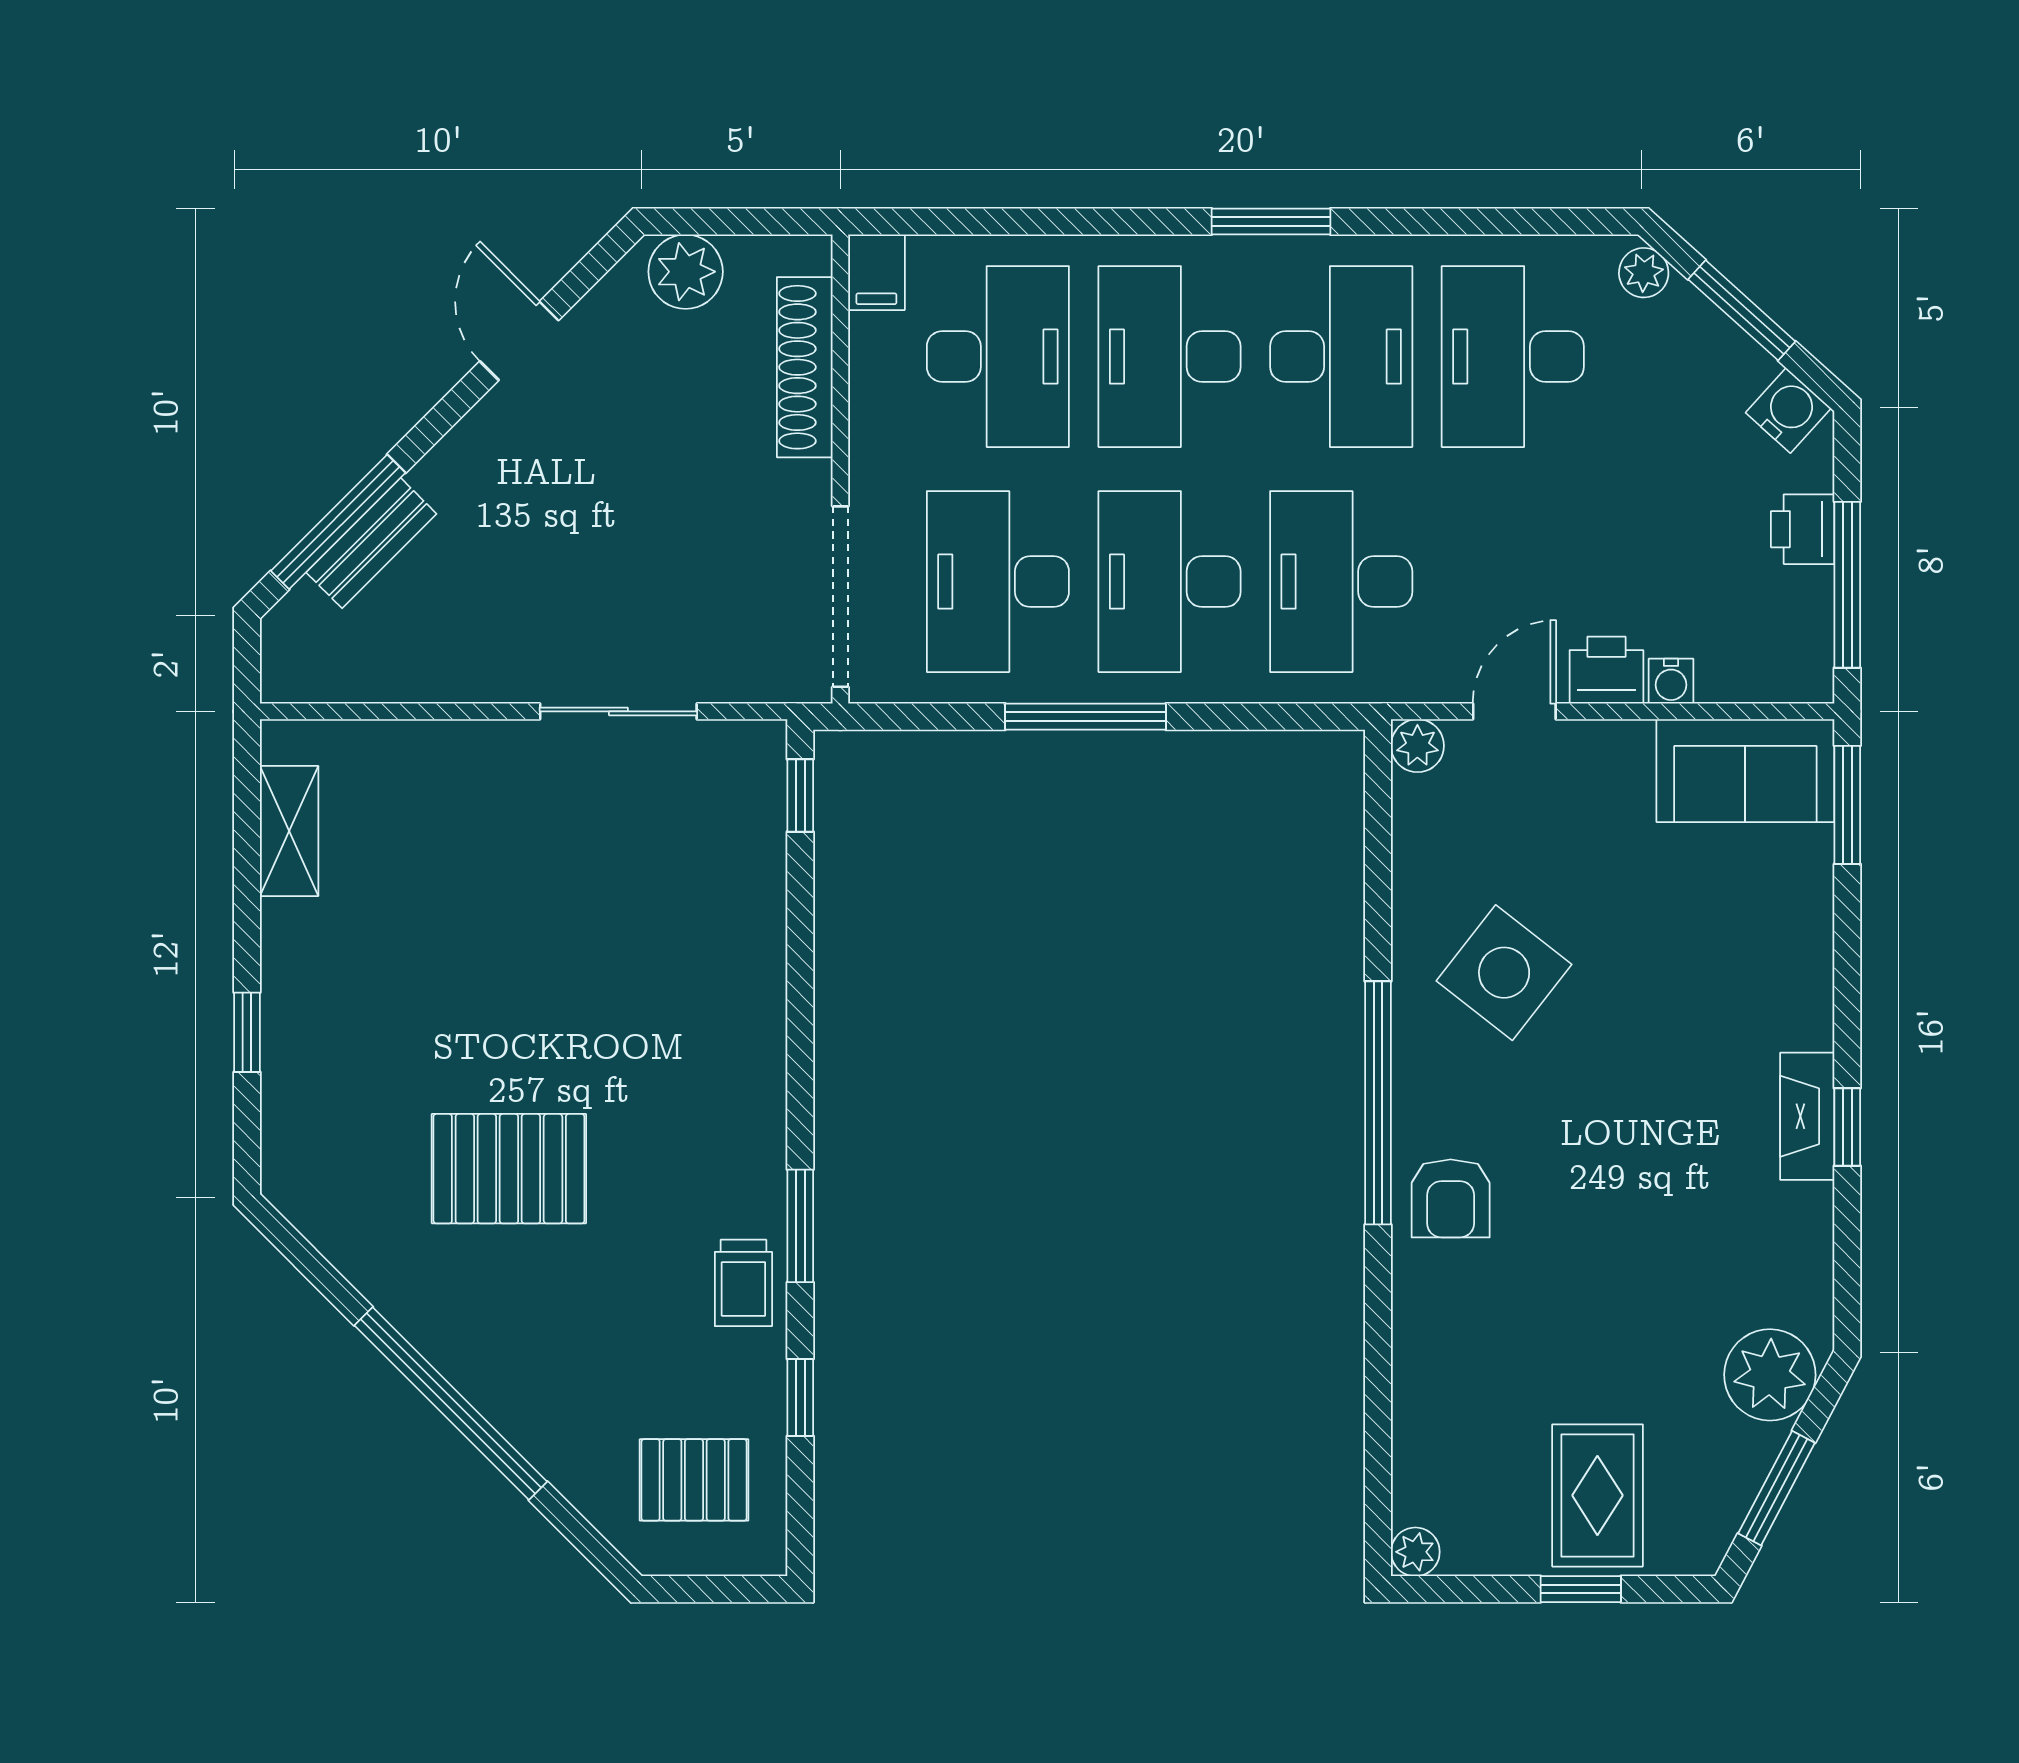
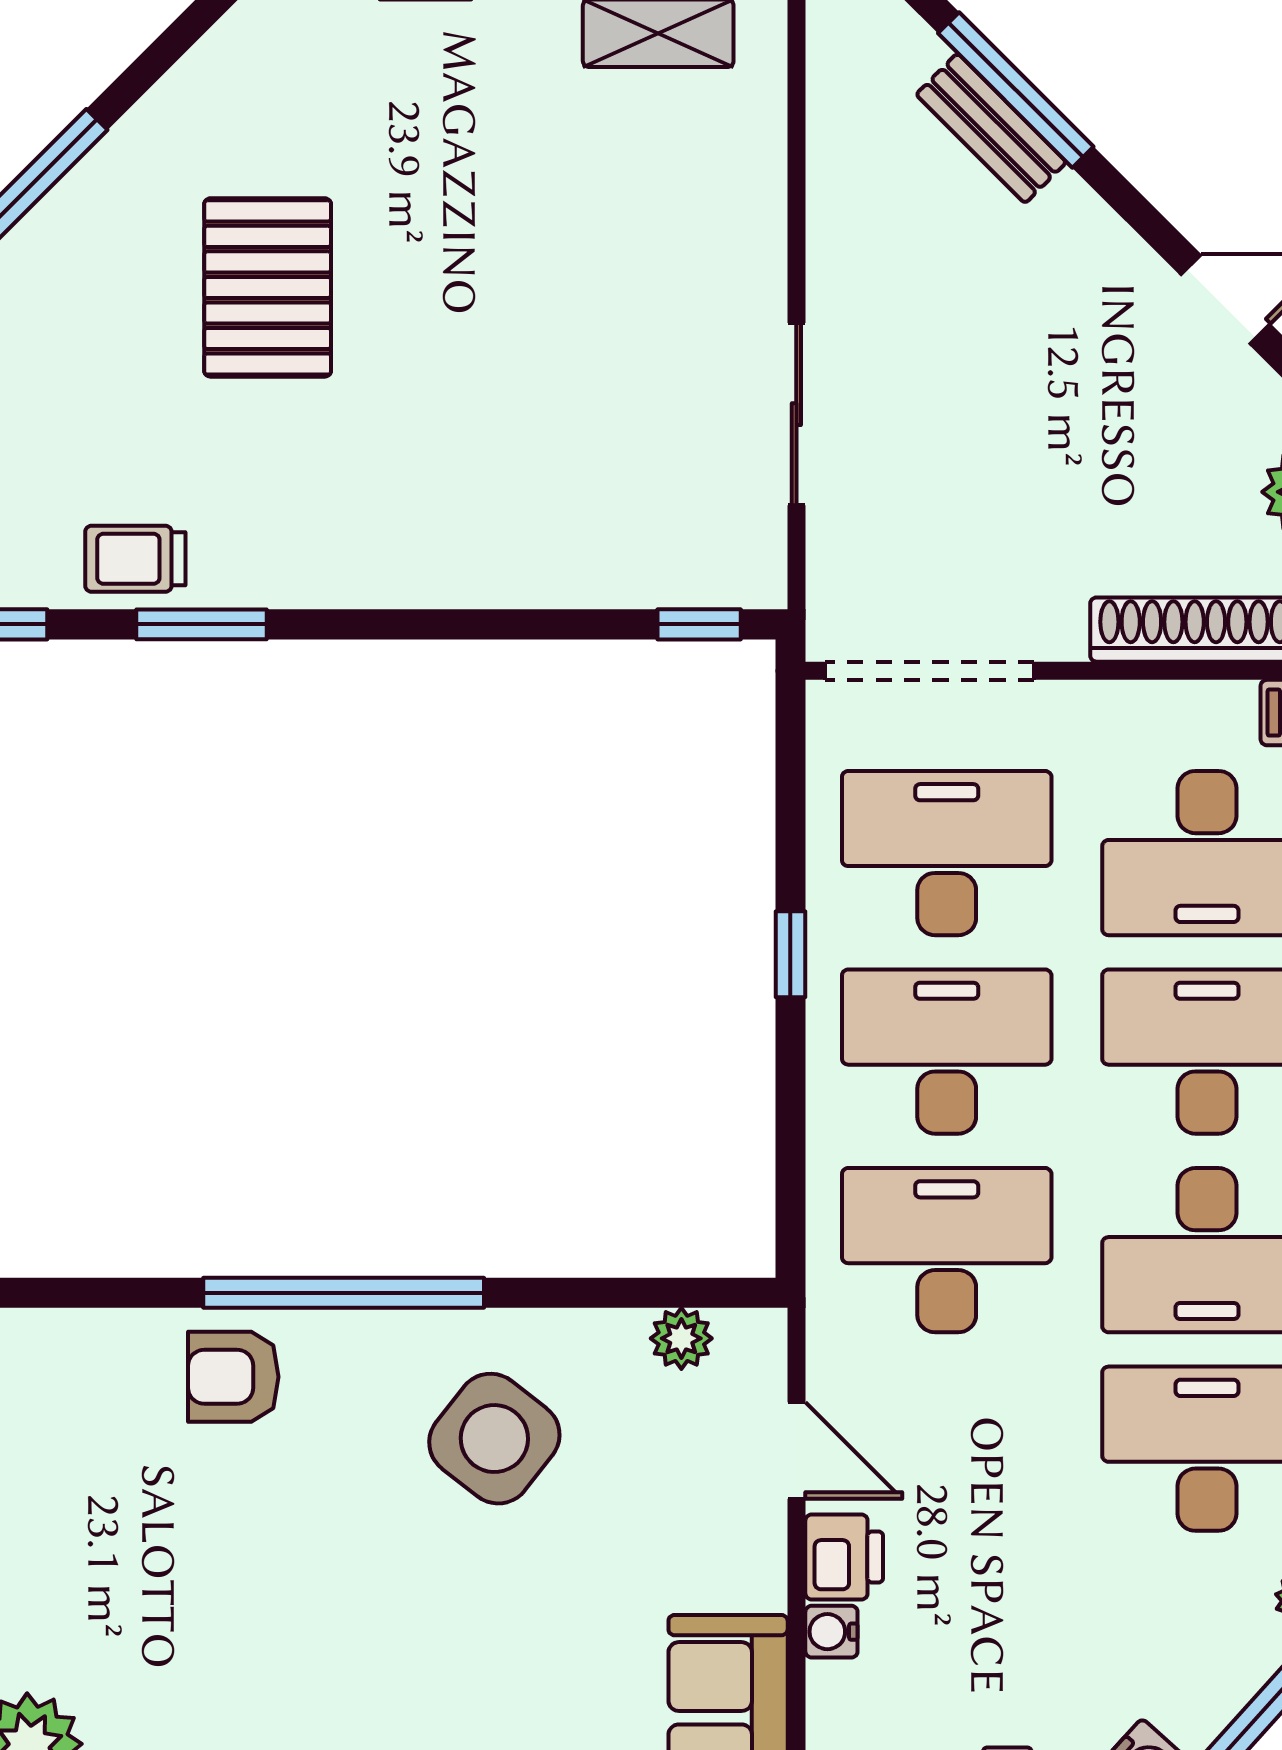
window: (1085, 717) -> (790, 954), width x0.46
plant: (1417, 746) -> (681, 1338), moved

